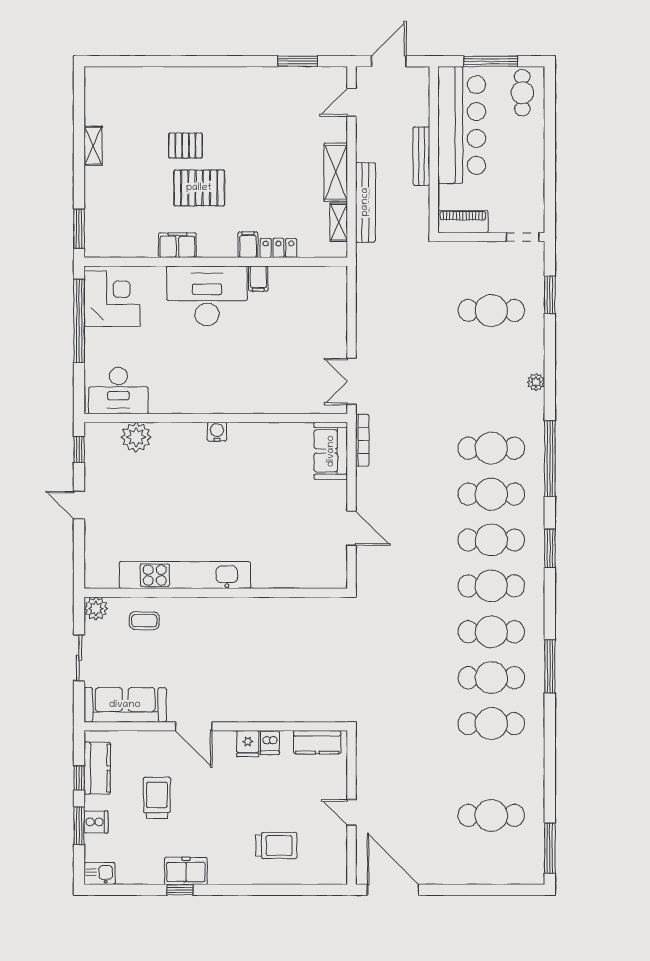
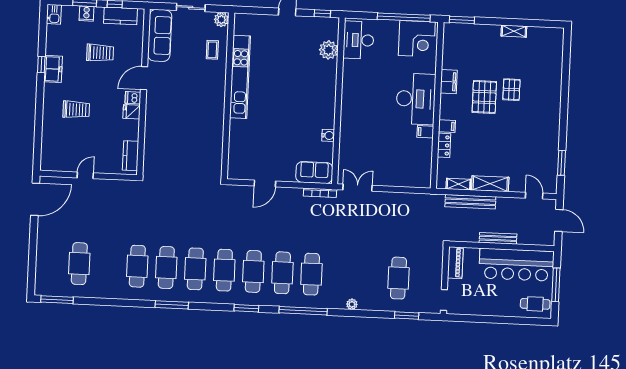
water cooler: (217, 432) -> (328, 135), moved
dishwasher: (270, 743) -> (133, 98), moved
trolley: (276, 846) -> (76, 110), moved, turned -90

